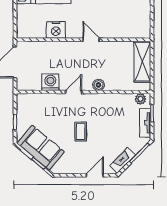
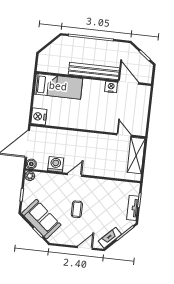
nightstand: (56, 30) -> (39, 116), moved, turned 90
door: (91, 40) -> (124, 135), moved
boiler: (98, 85) -> (31, 164), moved
plant: (140, 99) -> (30, 176), moved

